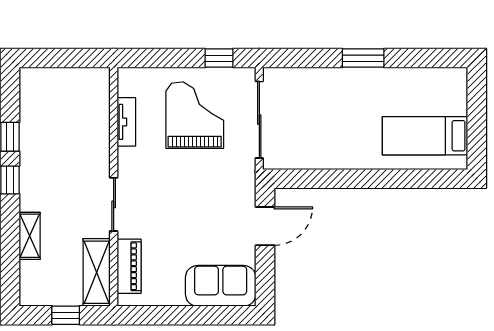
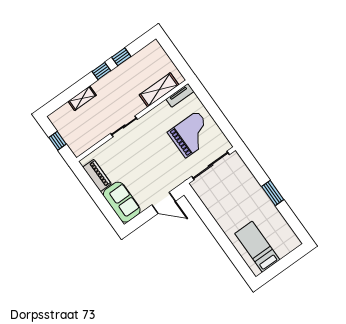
window: (219, 58) -> (226, 127), removed
tv unit: (126, 122) -> (180, 95), moved
piano: (129, 266) -> (97, 175), moved, turned -90
shelving: (97, 272) -> (159, 90), moved

